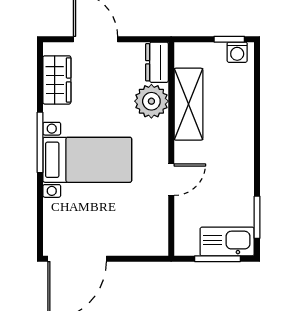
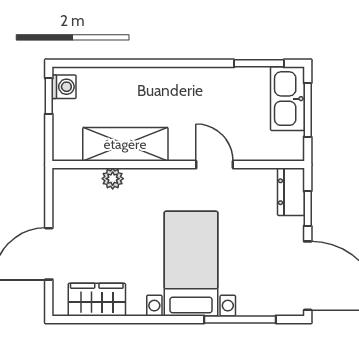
dresser: (157, 62) -> (291, 192), moved, turned 90
plant: (151, 101) -> (113, 179), width x0.53, depth x0.53
window: (40, 142) -> (240, 319), moved
window: (134, 259) -> (308, 209), added

